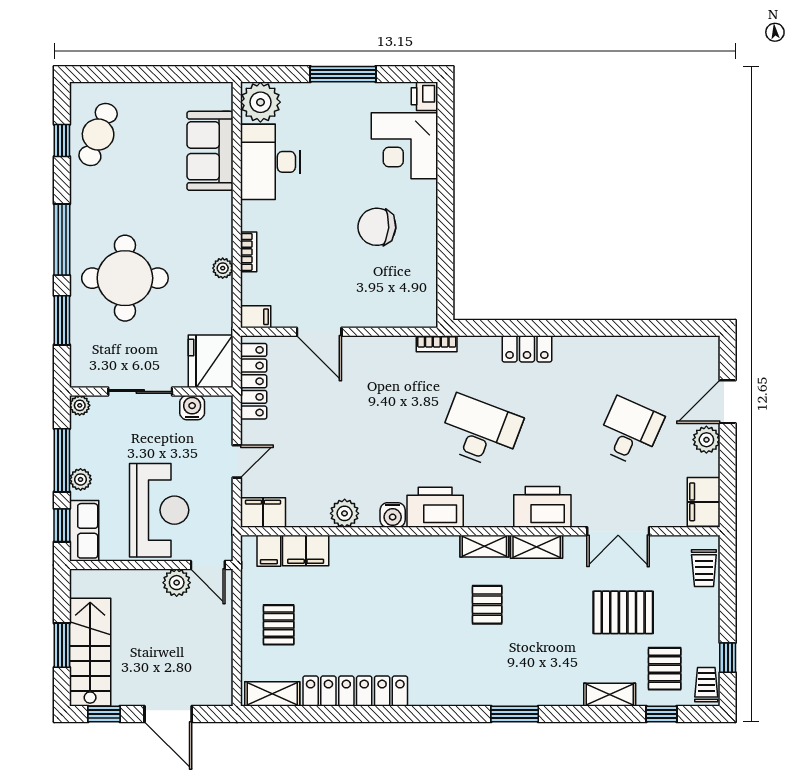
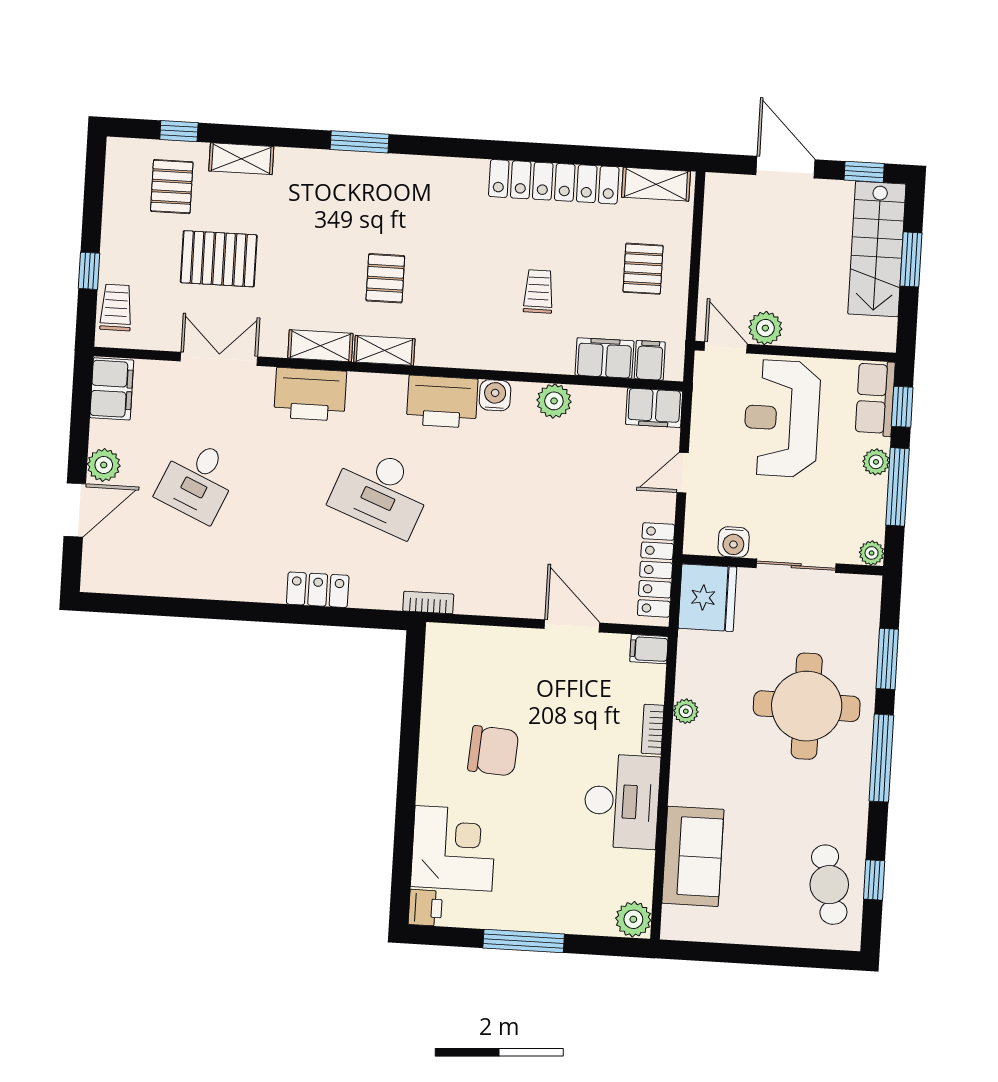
plant: (260, 102) -> (633, 919), width x0.73, depth x0.73
cafe table: (98, 135) -> (829, 885), turned -33
desk: (270, 162) -> (622, 801), moved
window: (728, 658) -> (89, 271), moved
trolley: (706, 685) -> (539, 291), moved, turned 180

